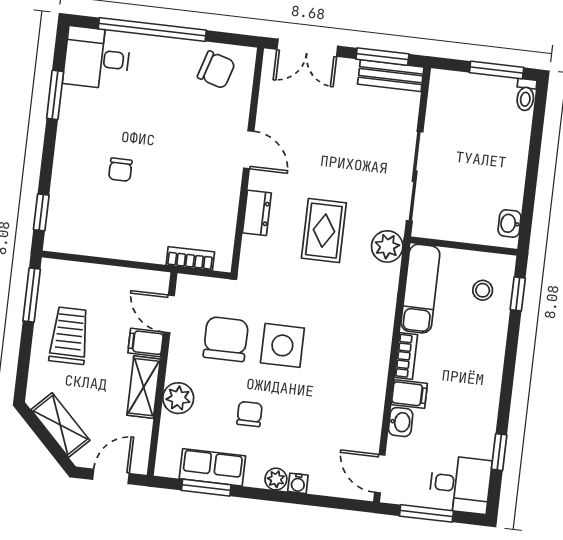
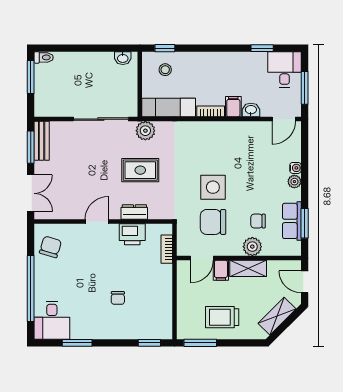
chair: (120, 170) -> (118, 298), turned 90
printer: (221, 205) -> (132, 234), added
chair: (250, 414) -> (258, 221), moved

